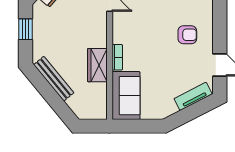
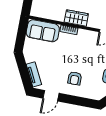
wardrobe: (97, 65) -> (76, 18), moved

